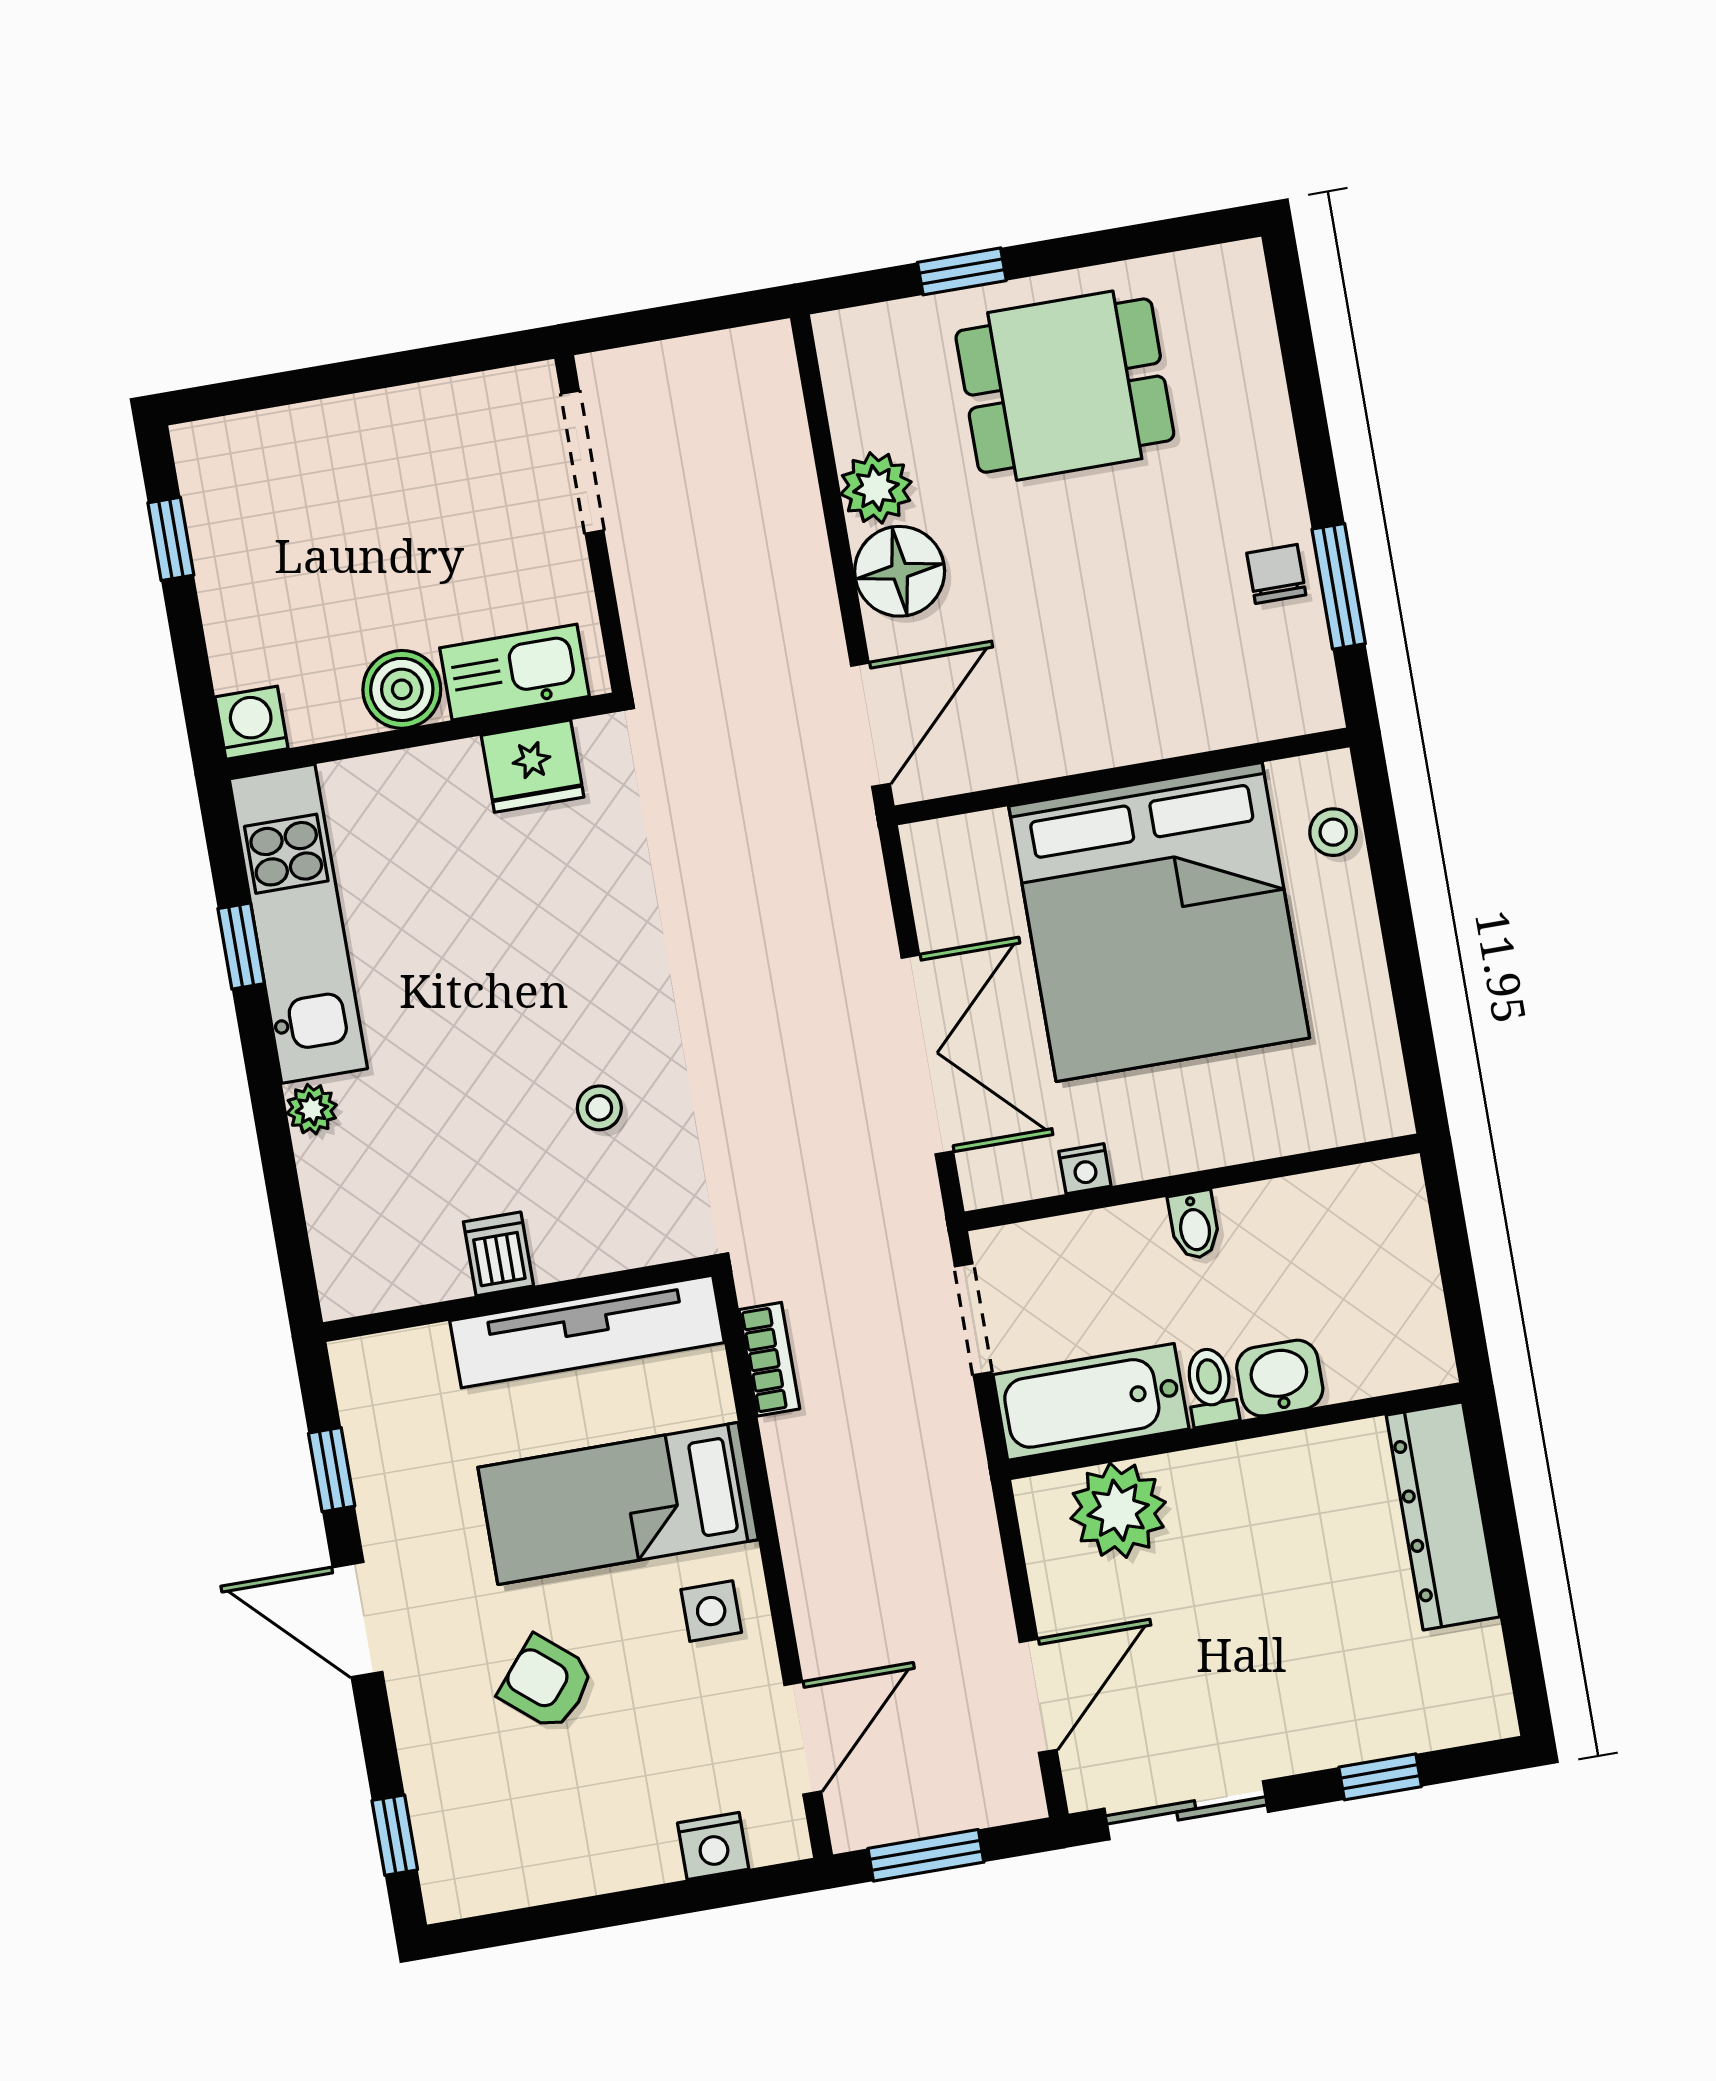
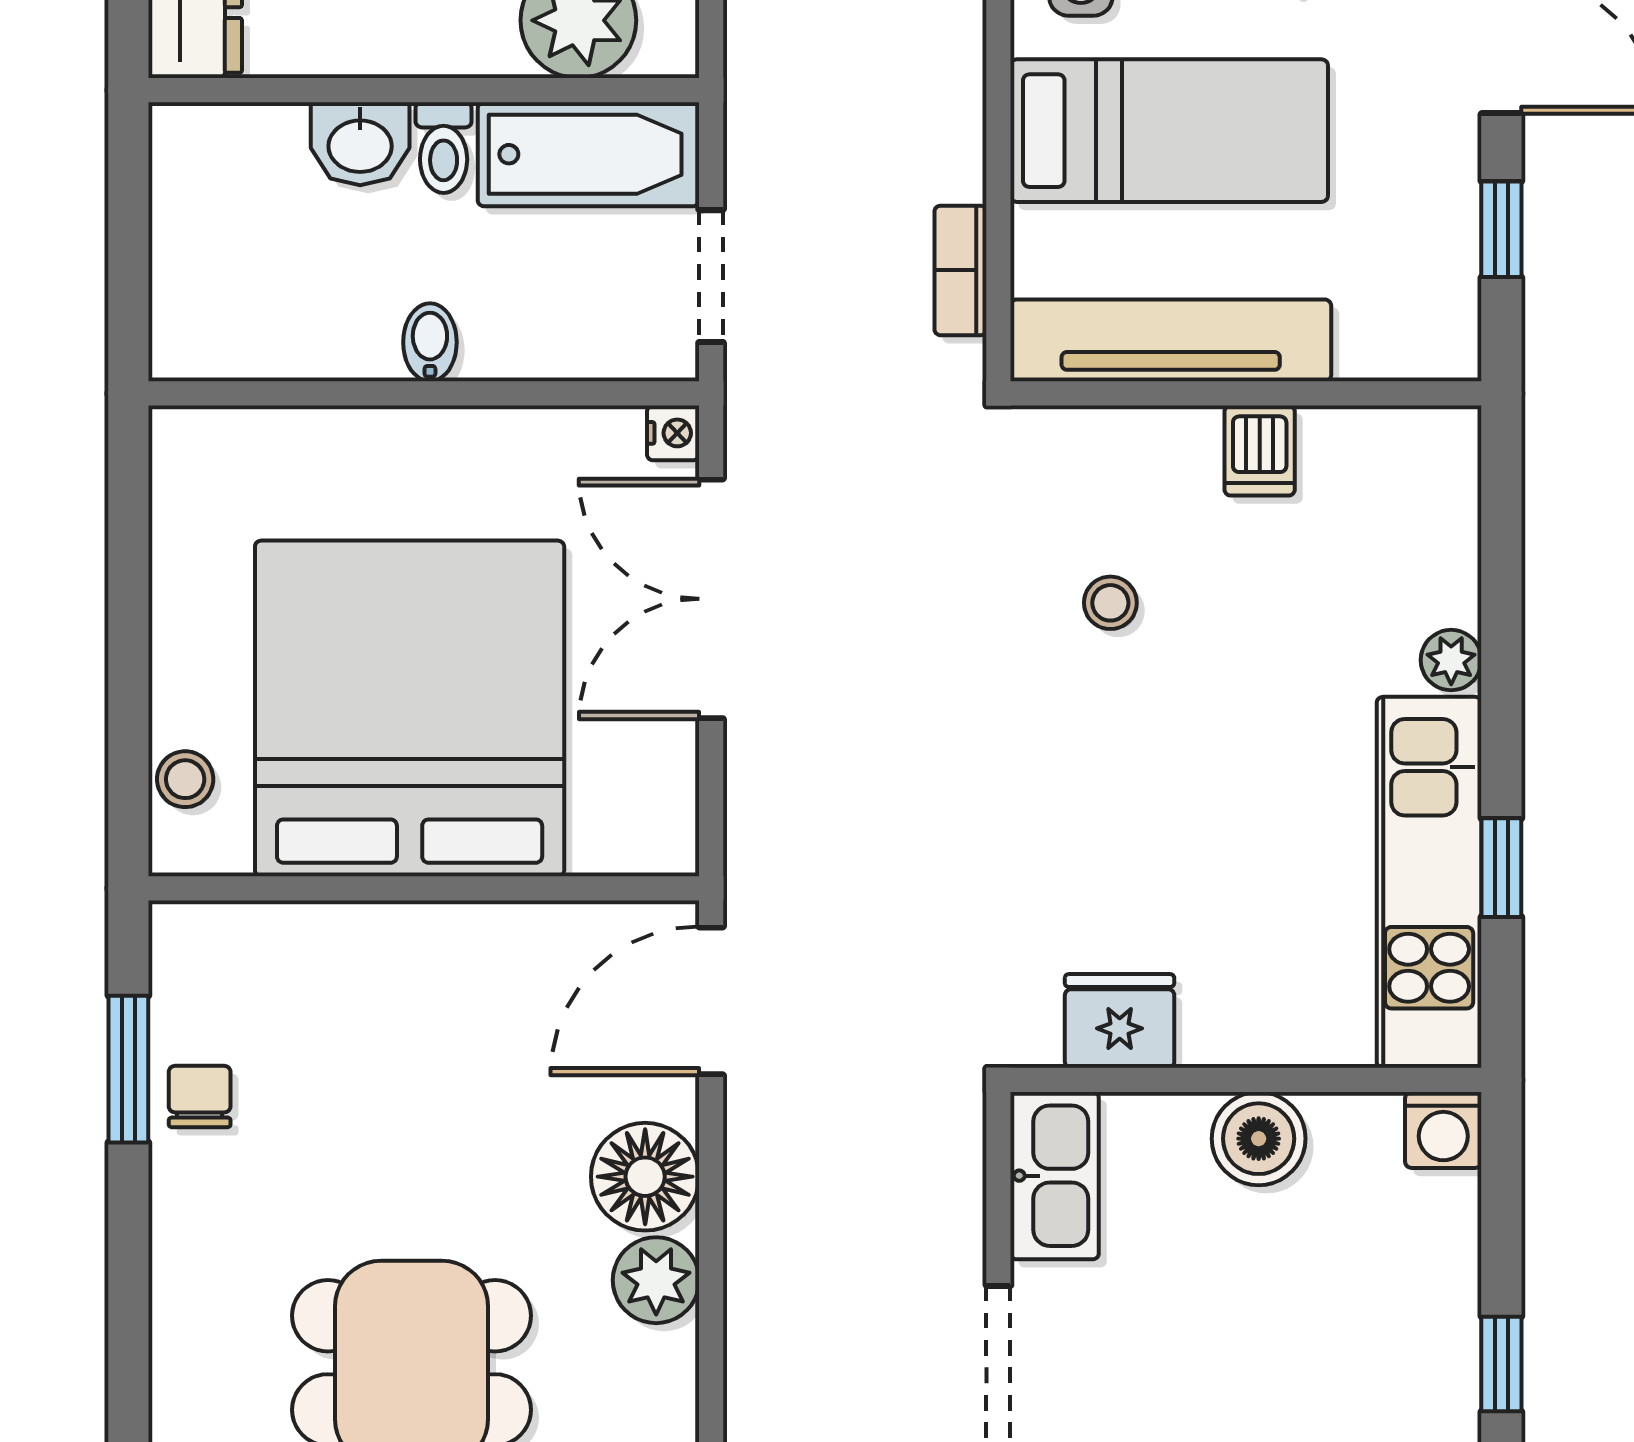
chair: (1276, 574) -> (200, 1097), turned 180
kitchen sink: (514, 672) -> (1055, 1176), moved, turned -90
nightstand: (1085, 1169) -> (673, 433), moved, turned 90

